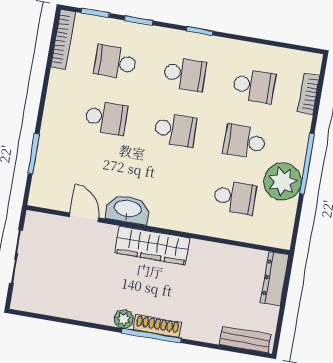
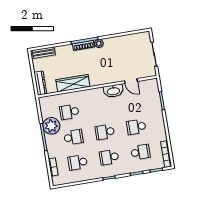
wardrobe: (153, 245) -> (73, 83), moved

